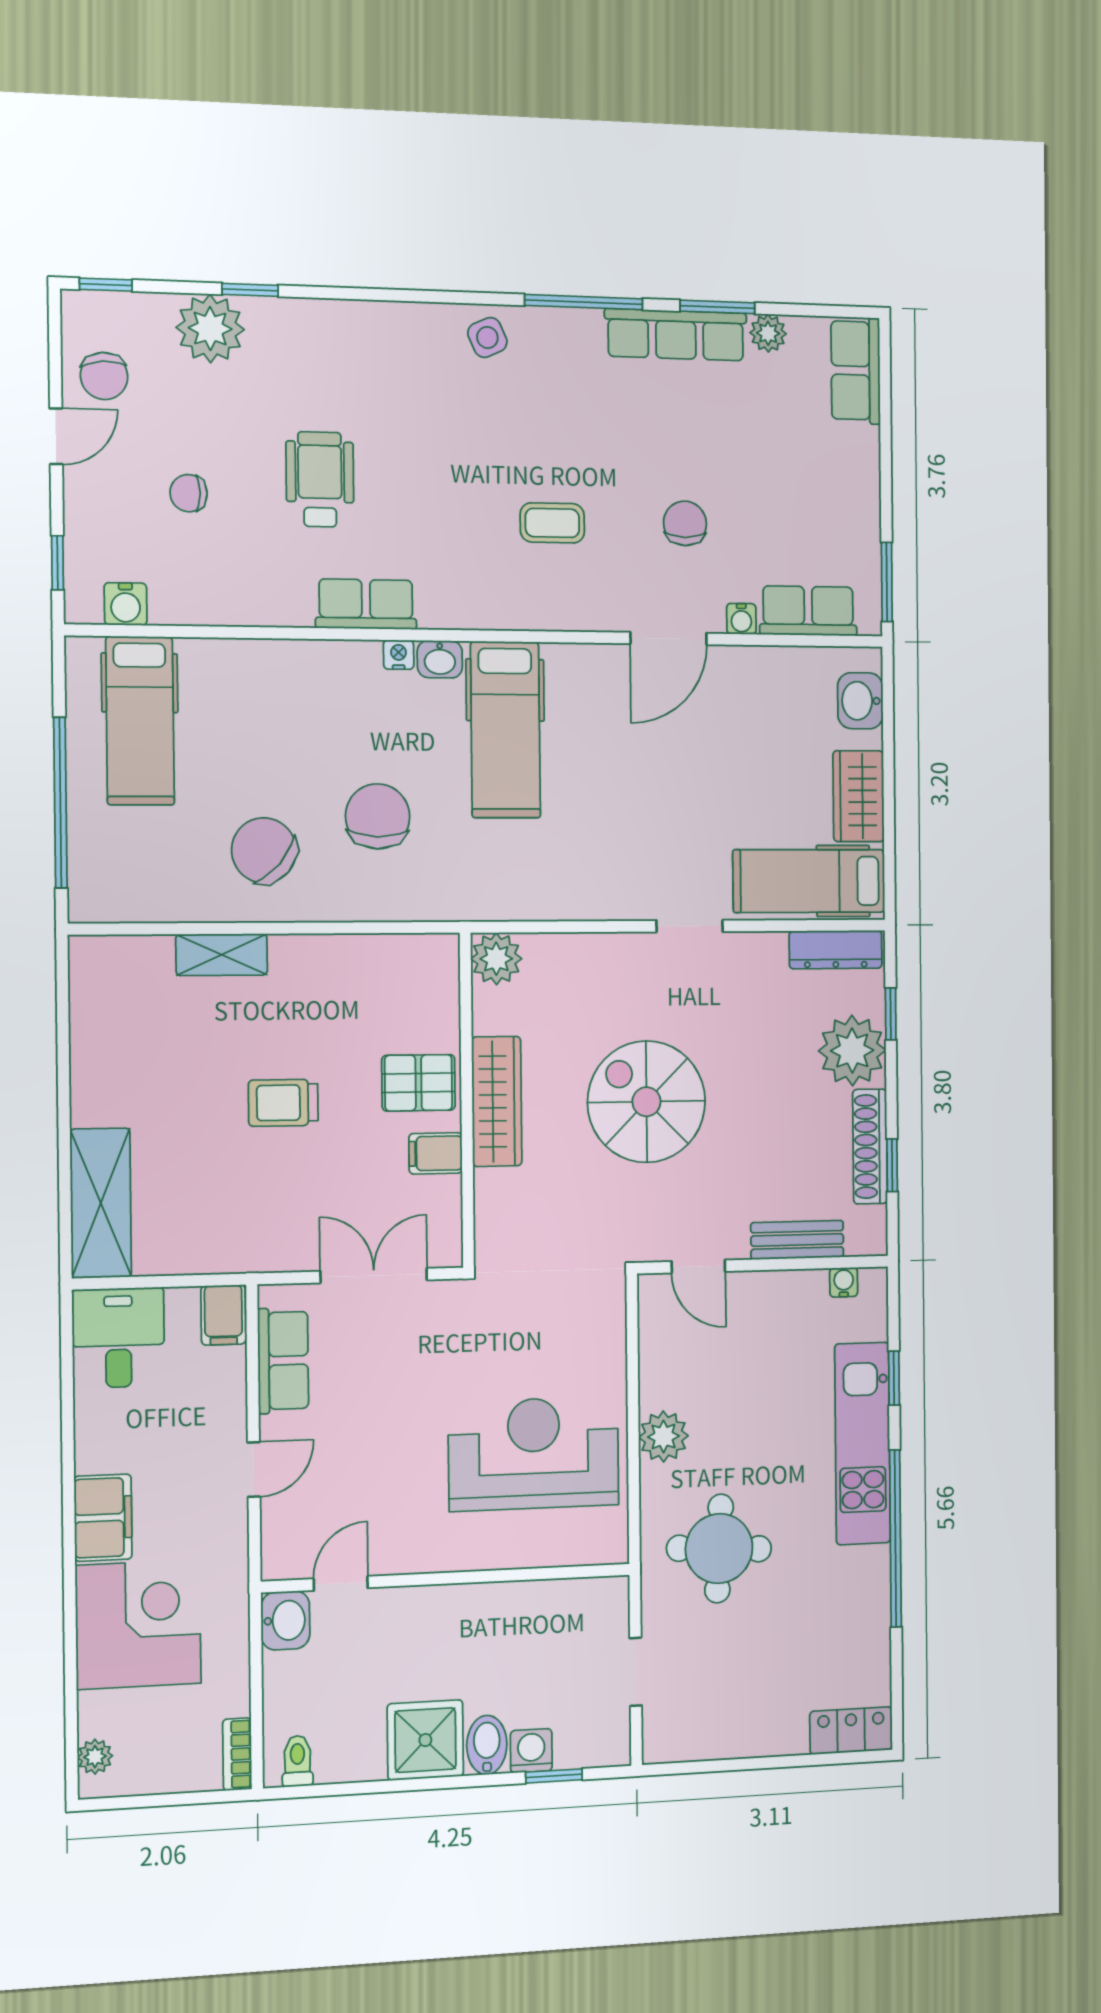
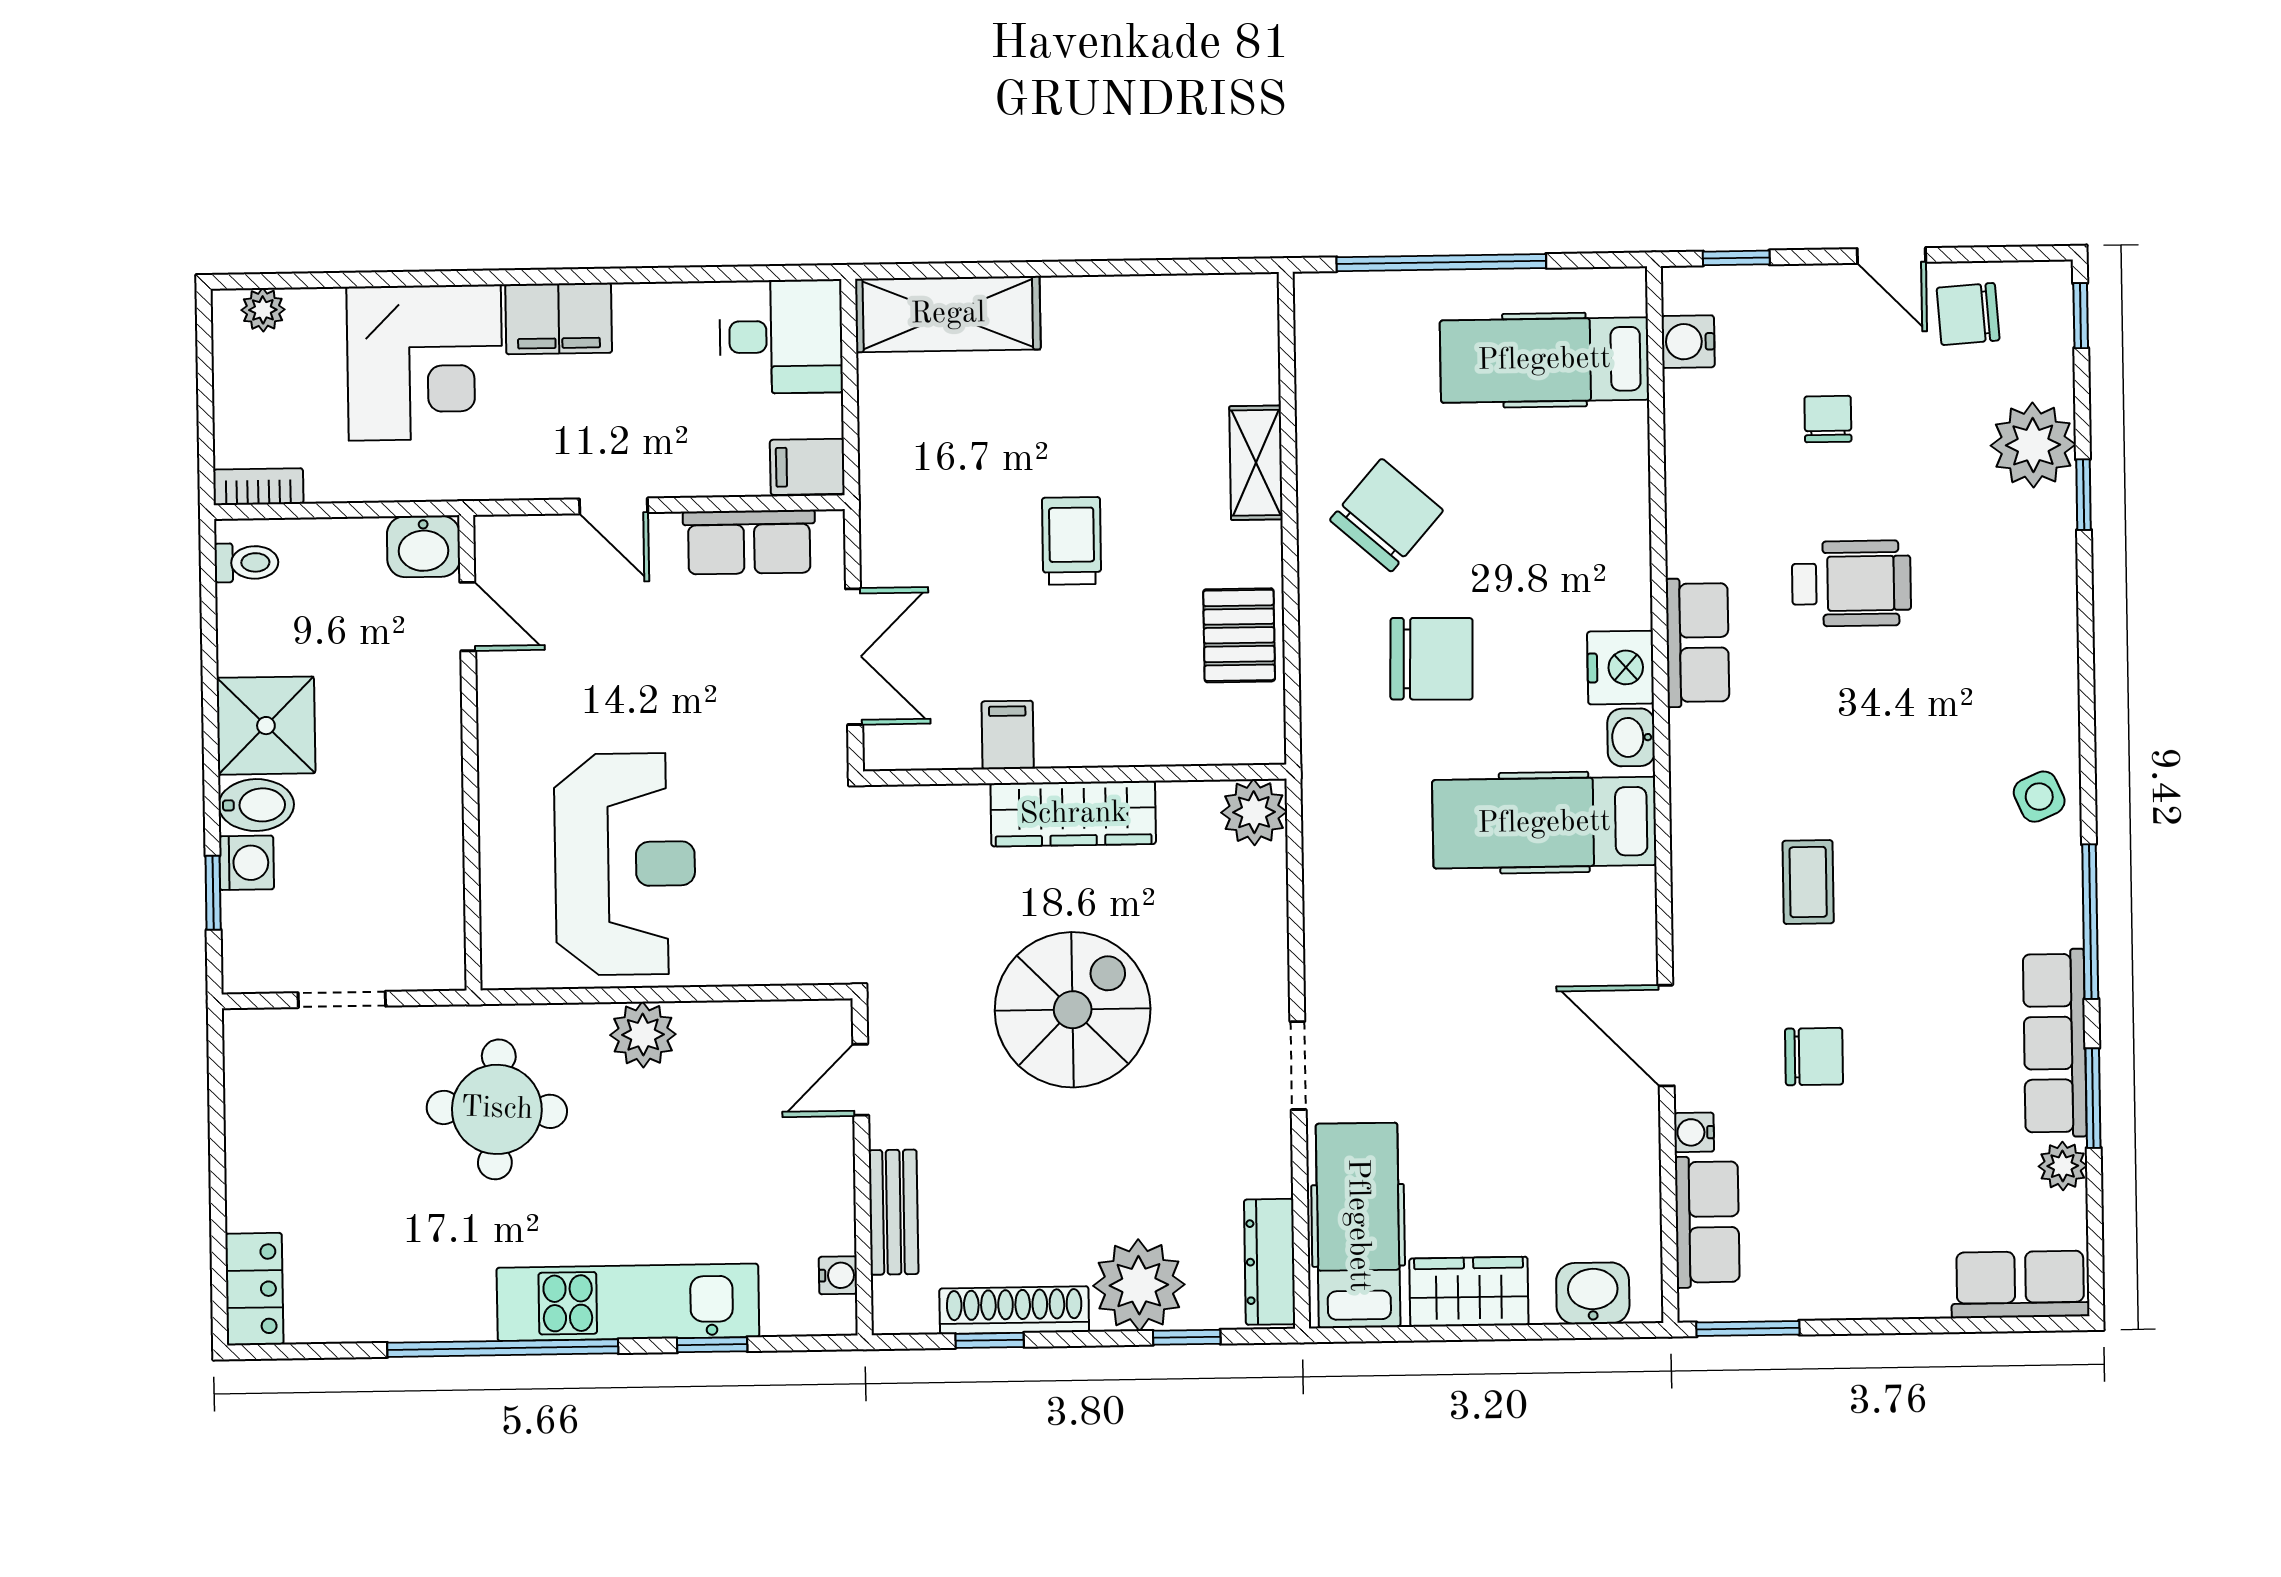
nightstand: (399, 655) -> (1621, 668), width x1.89, depth x1.79
pallet: (419, 1083) -> (1239, 635), moved

